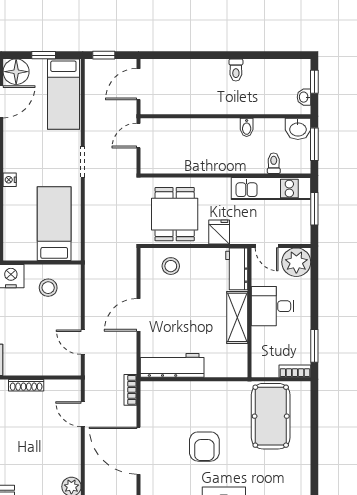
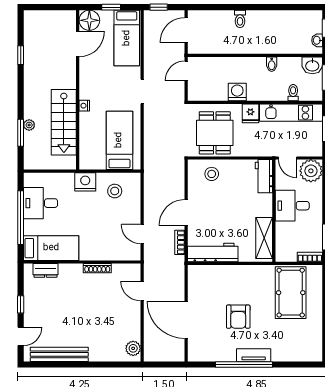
toilet: (236, 70) -> (240, 19), moved
washing machine: (203, 162) -> (237, 92), added
fridge: (219, 232) -> (250, 113), moved, turned 180
shelving: (237, 317) -> (264, 238), moved
bookcase: (130, 390) -> (180, 242), moved

